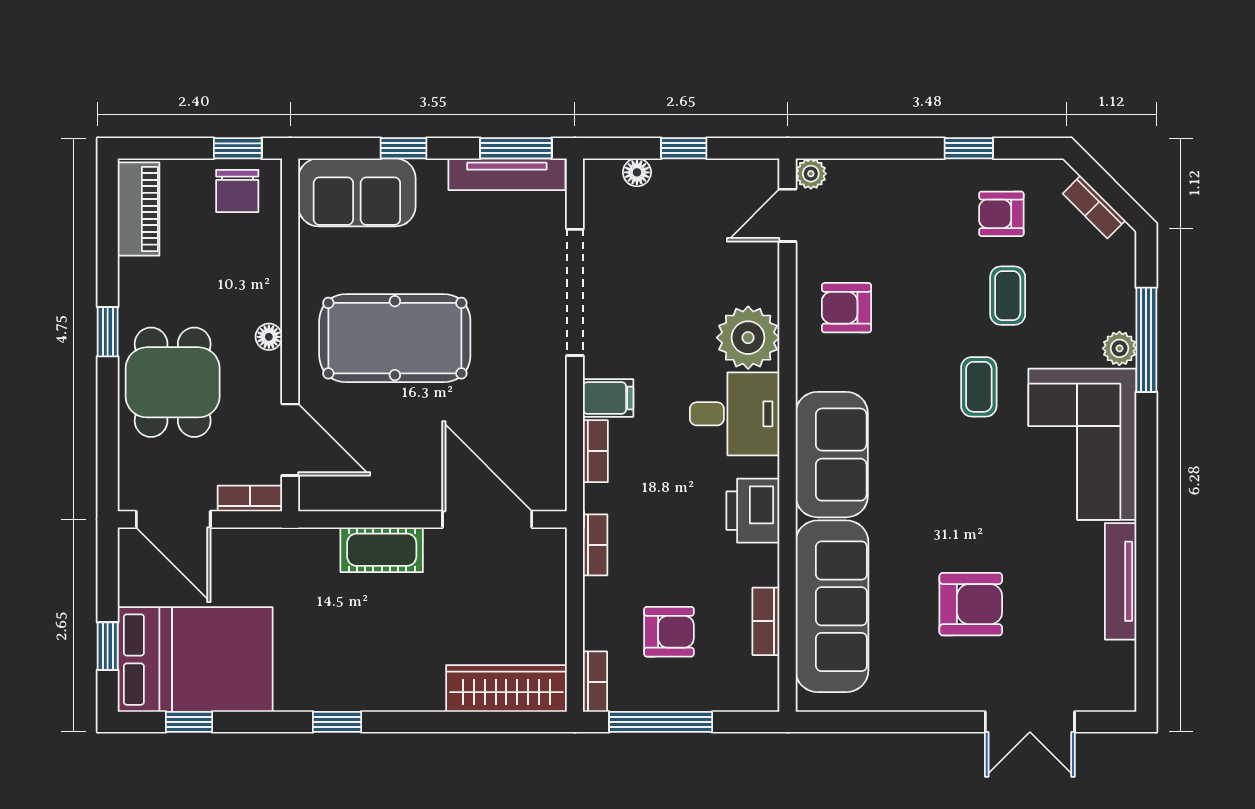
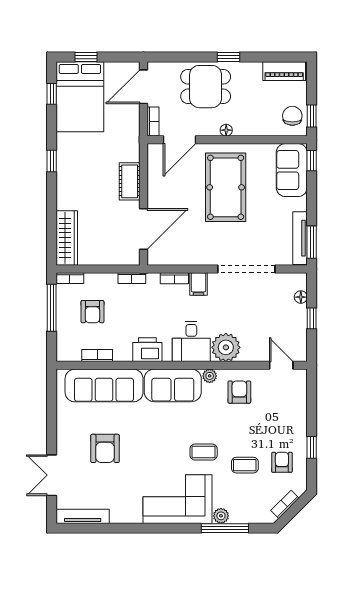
window: (403, 148) -> (312, 161), moved
plant: (811, 174) -> (210, 376), moved
chair: (237, 191) -> (292, 116), turned 90
tv unit: (1121, 581) -> (83, 516), moved

